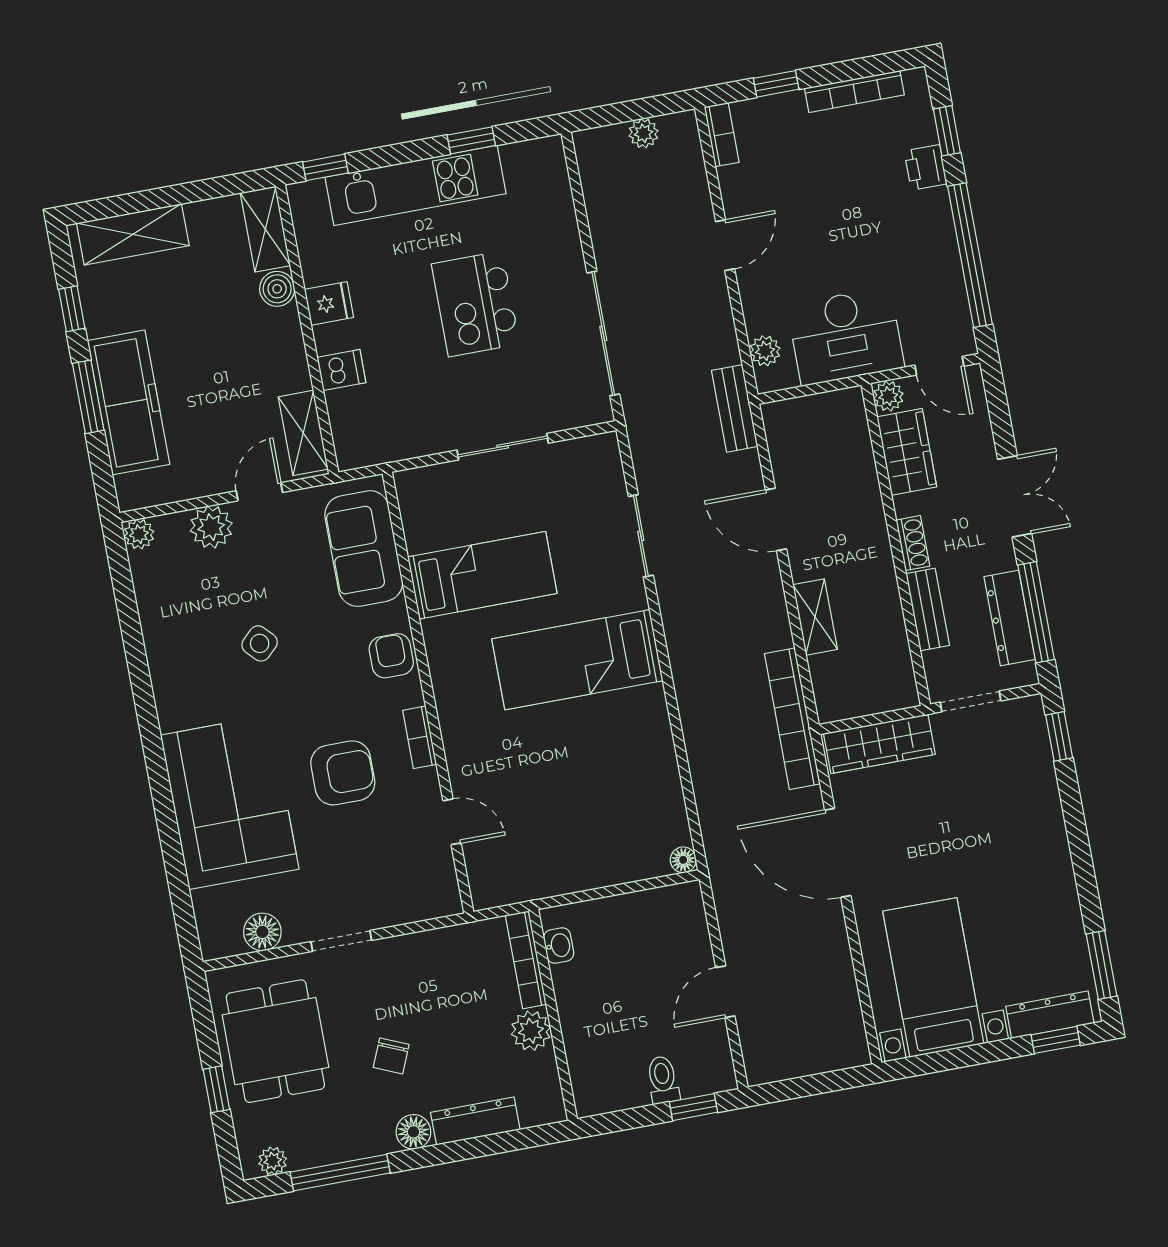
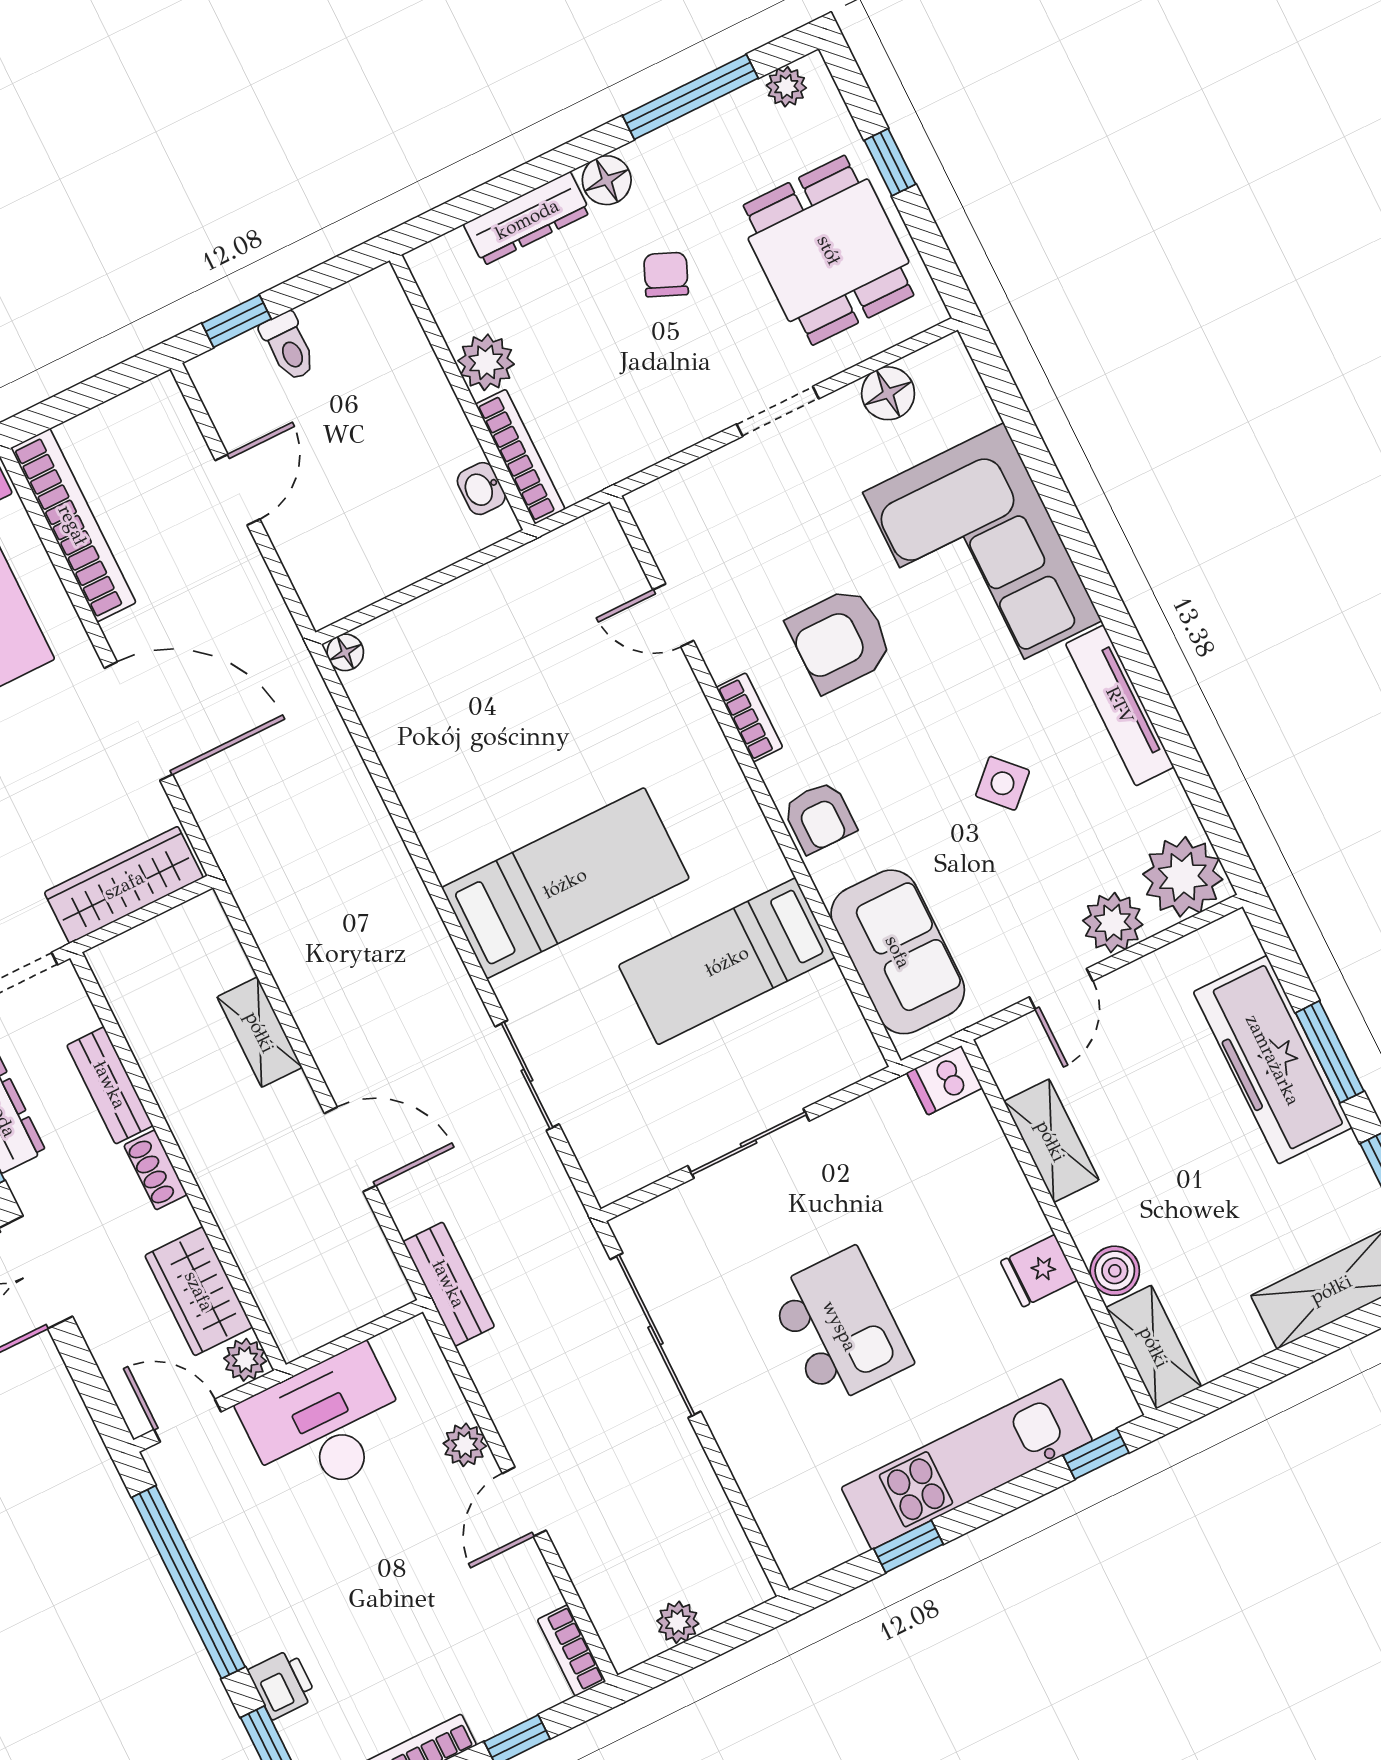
plant: (765, 351) -> (465, 1445), moved
dishwasher: (341, 370) -> (945, 1080), moved
shelving: (303, 433) -> (1051, 1141), moved
plant: (139, 534) -> (1183, 877), width x1.88, depth x1.88
tv unit: (165, 674) -> (1120, 705), added
bookcase: (792, 719) -> (73, 525), moved

